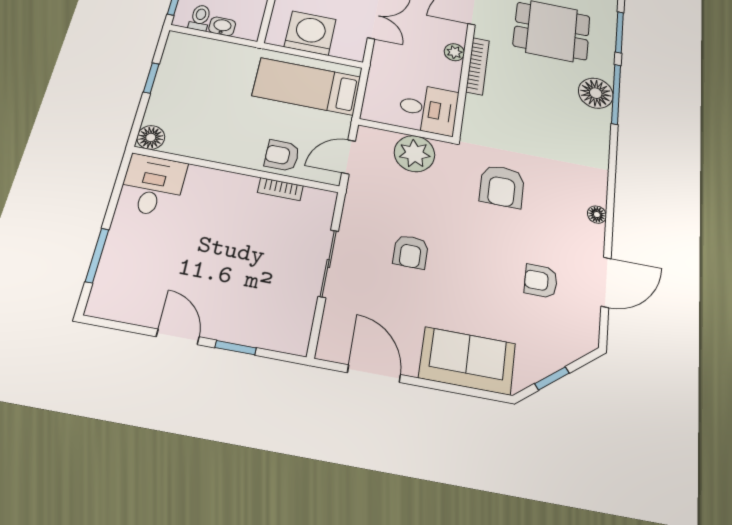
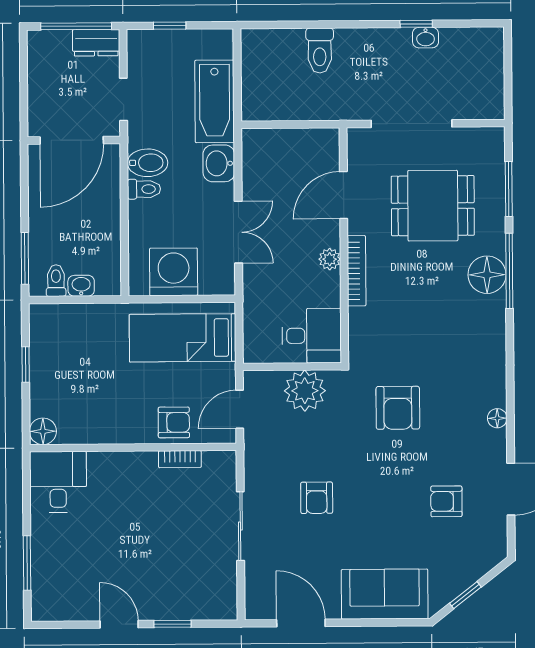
armchair: (282, 155) -> (174, 422), turned 180

